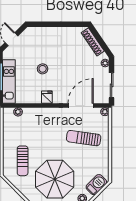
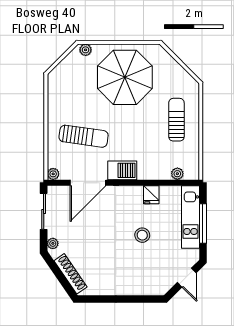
fridge: (47, 97) -> (151, 195), moved
sun lounger: (23, 161) -> (176, 120), moved
barbecue: (96, 185) -> (122, 170), moved, turned -135

